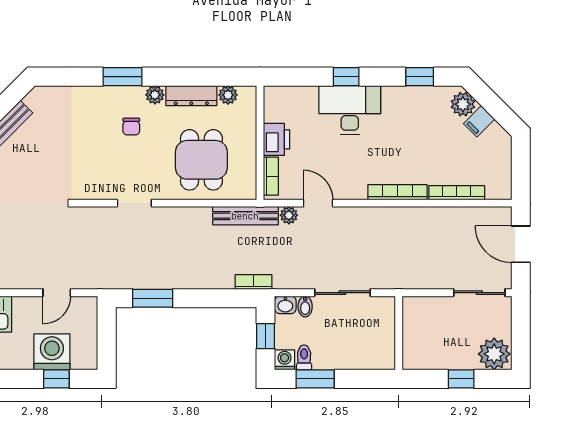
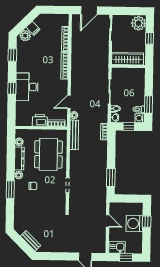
dining table: (201, 160) -> (48, 154), width x1.38
wardrobe: (416, 331) -> (128, 59), added

